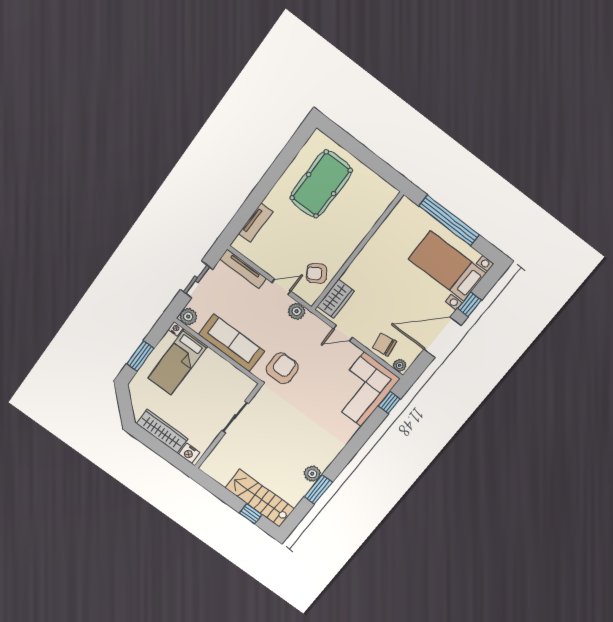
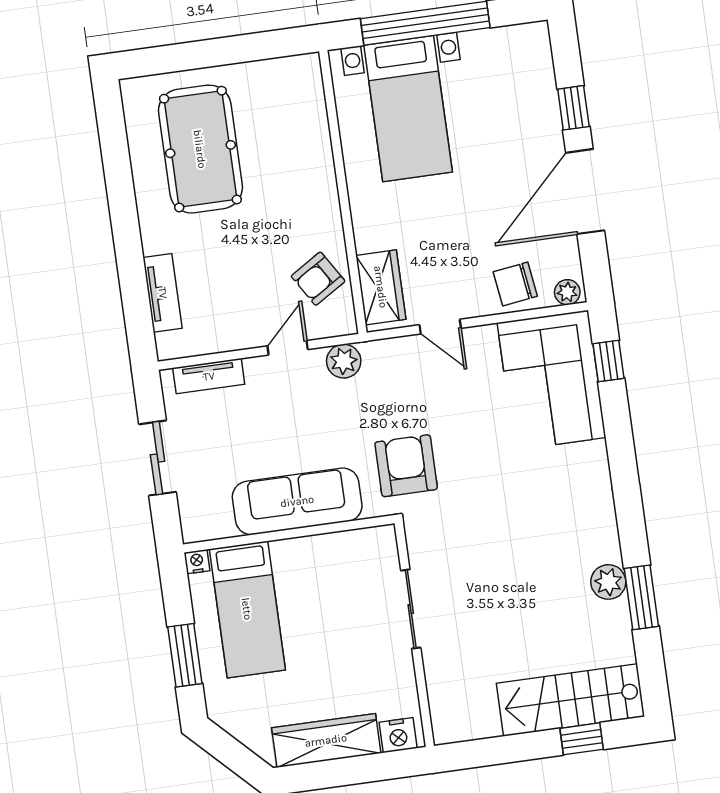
bed with nightstands: (447, 266) -> (408, 109), moved, turned -90
tv unit: (243, 269) -> (209, 376), width x0.71
plant: (188, 317) -> (198, 525), removed
door: (343, 333) -> (440, 327), hinge flipped

